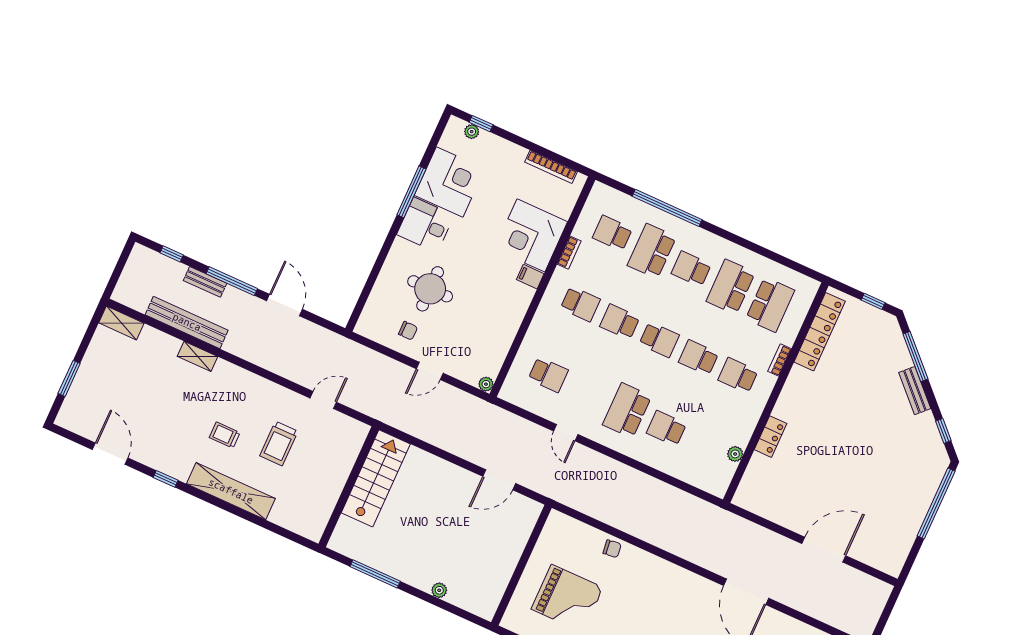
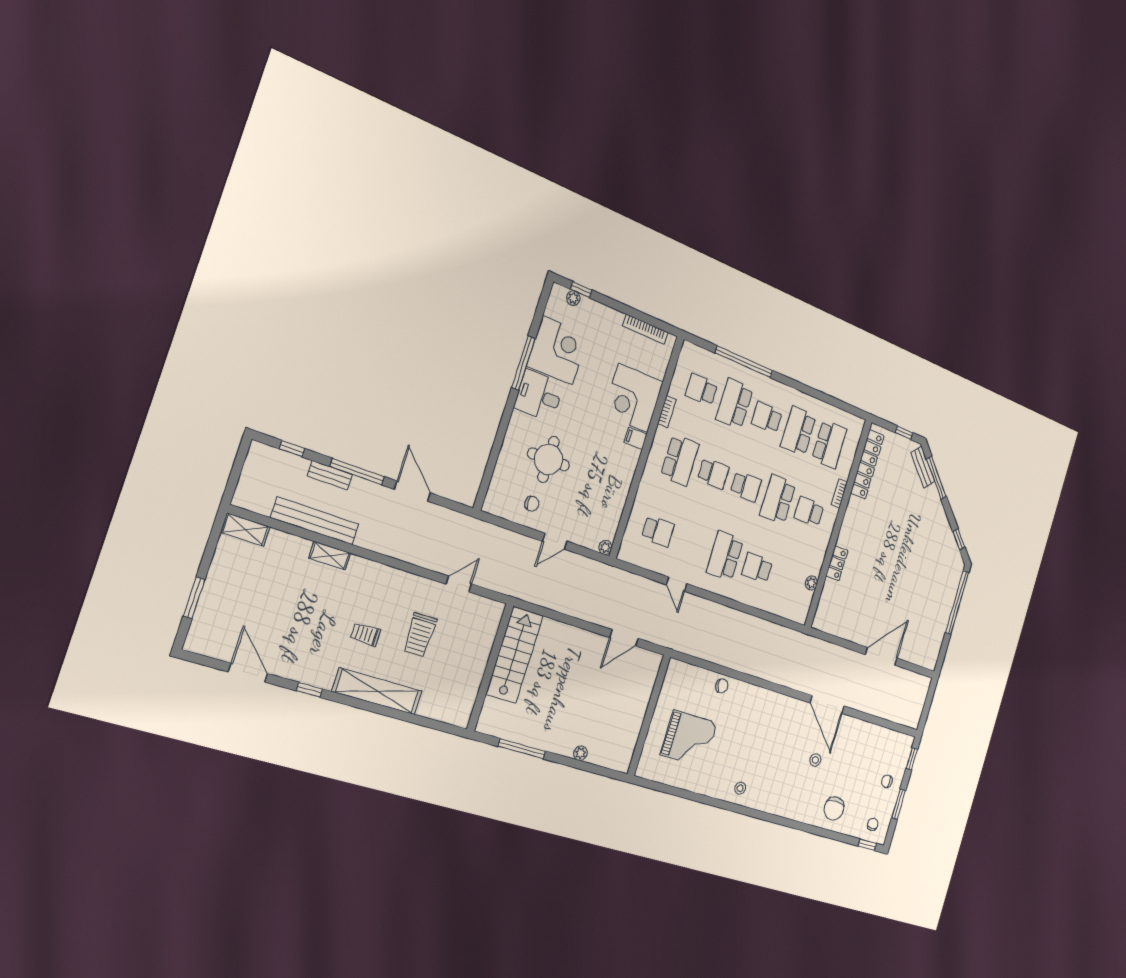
school desk: (580, 304) -> (680, 460), width x1.85
school desk: (620, 322) -> (713, 473), turned 180
school desk: (699, 358) -> (778, 499), width x1.85
bench: (915, 391) -> (923, 467), moved

